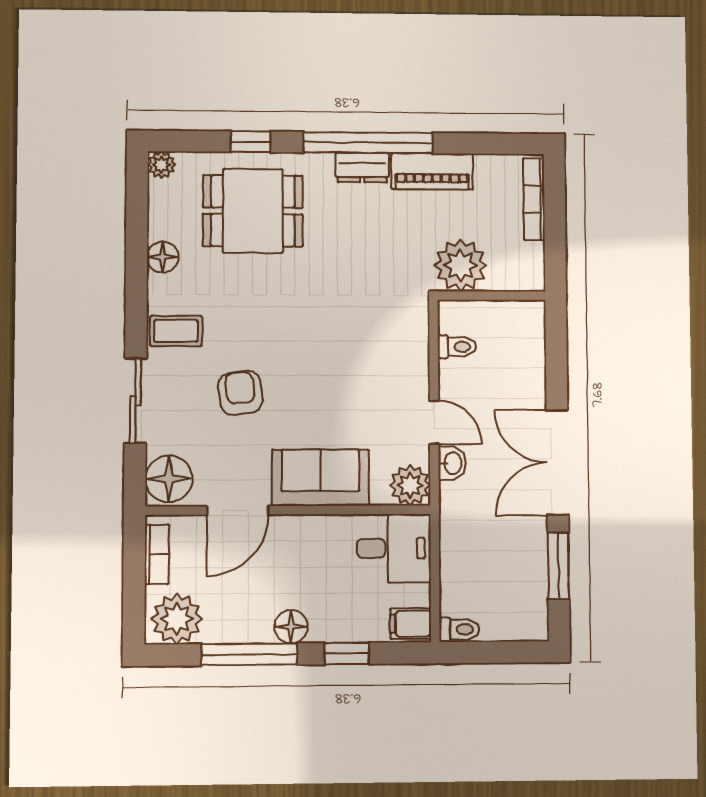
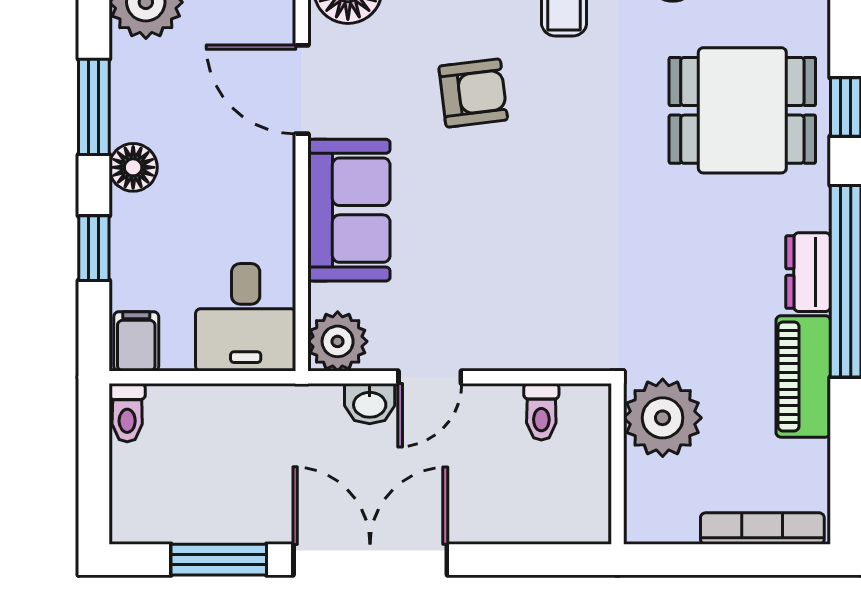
dining table: (253, 211) -> (742, 110), turned 90
window: (249, 654) -> (94, 107), width x0.69

